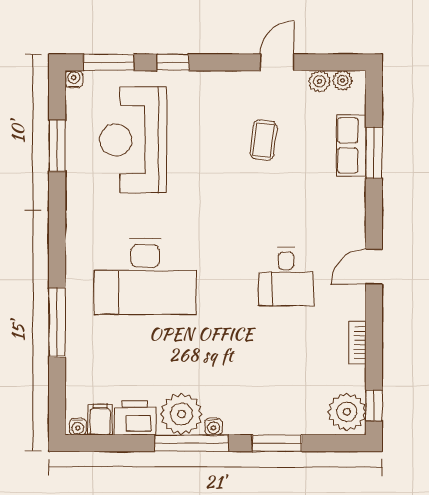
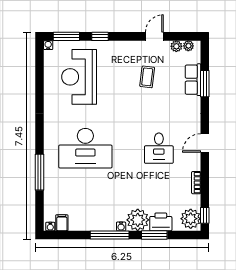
window: (57, 146) -> (39, 80), removed
plant: (181, 414) -> (138, 220), moved
printer: (135, 418) -> (161, 222), moved

